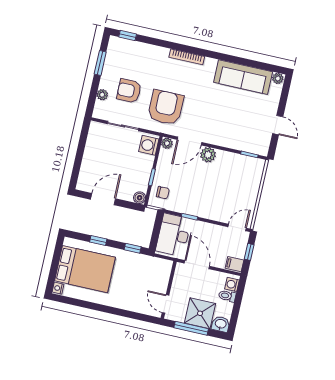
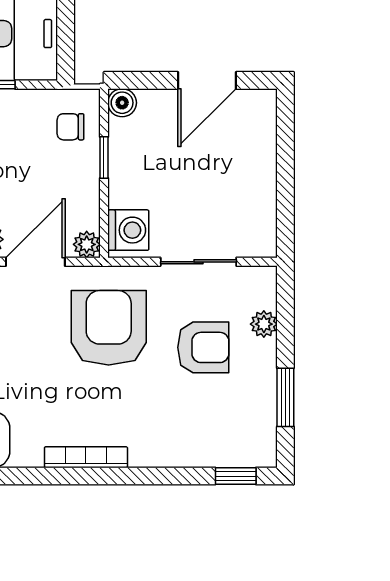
armchair: (166, 107) -> (109, 328), turned 180

